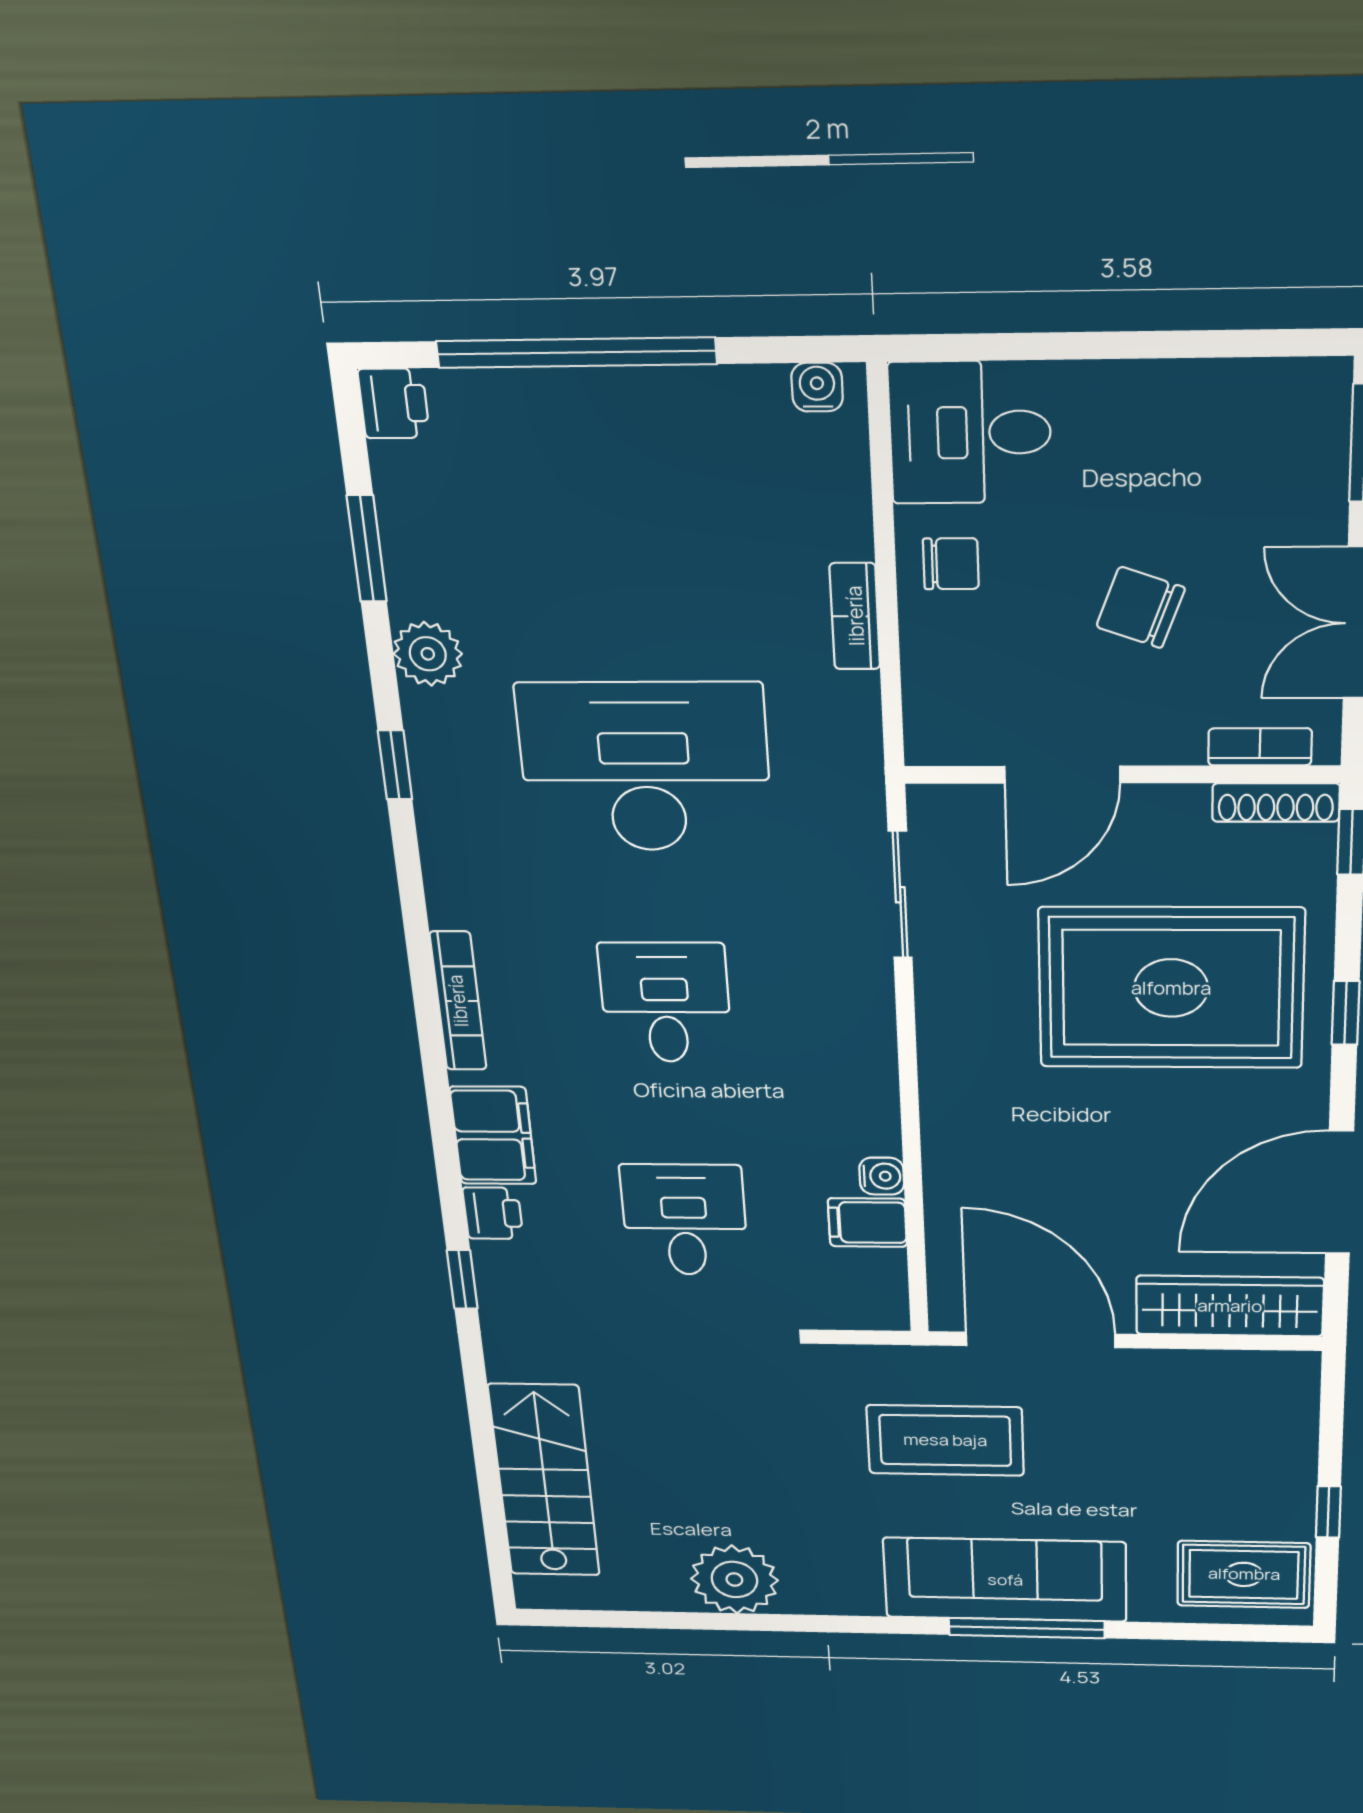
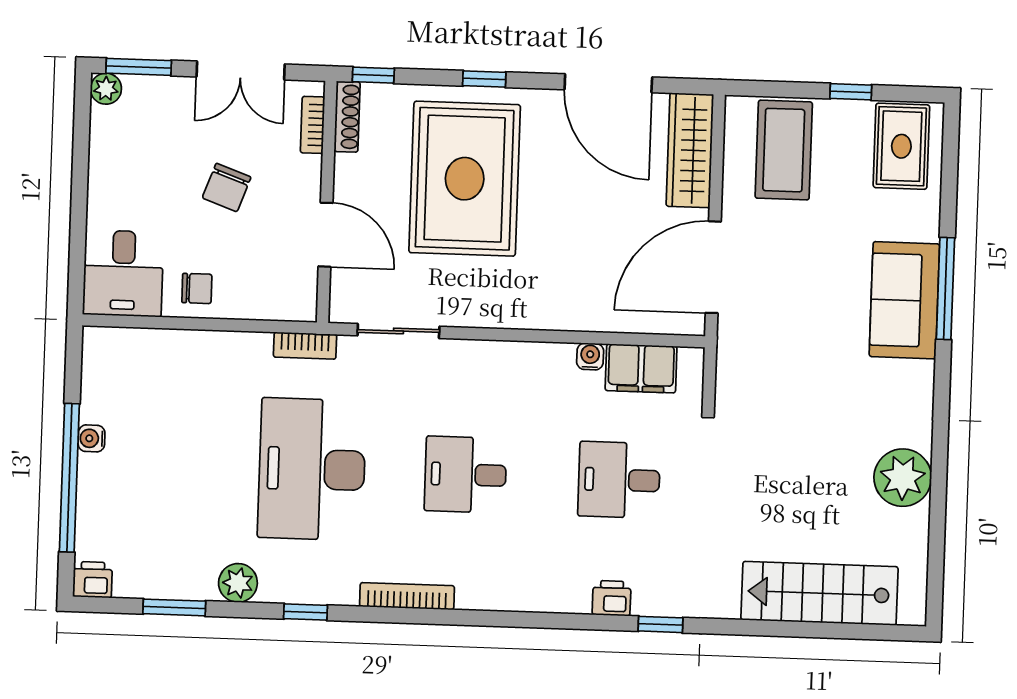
plant: (1323, 385) -> (106, 89), added
water cooler: (817, 387) -> (91, 438), moved
chair: (951, 564) -> (197, 288), turned 90
bookcase: (855, 616) -> (305, 346), moved
bookcase: (458, 1001) -> (407, 596), moved
filing cabinet: (493, 1135) -> (555, 590), removed
filing cabinet: (867, 1222) -> (641, 368), width x2.00
coffee table: (945, 1440) -> (784, 150), moved
sofa: (1005, 1580) -> (904, 300), width x0.73

